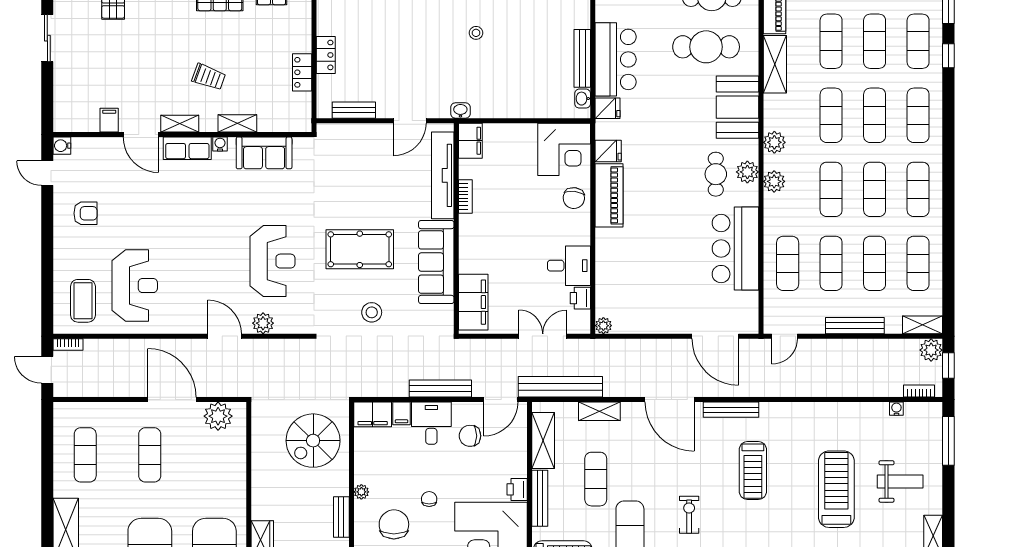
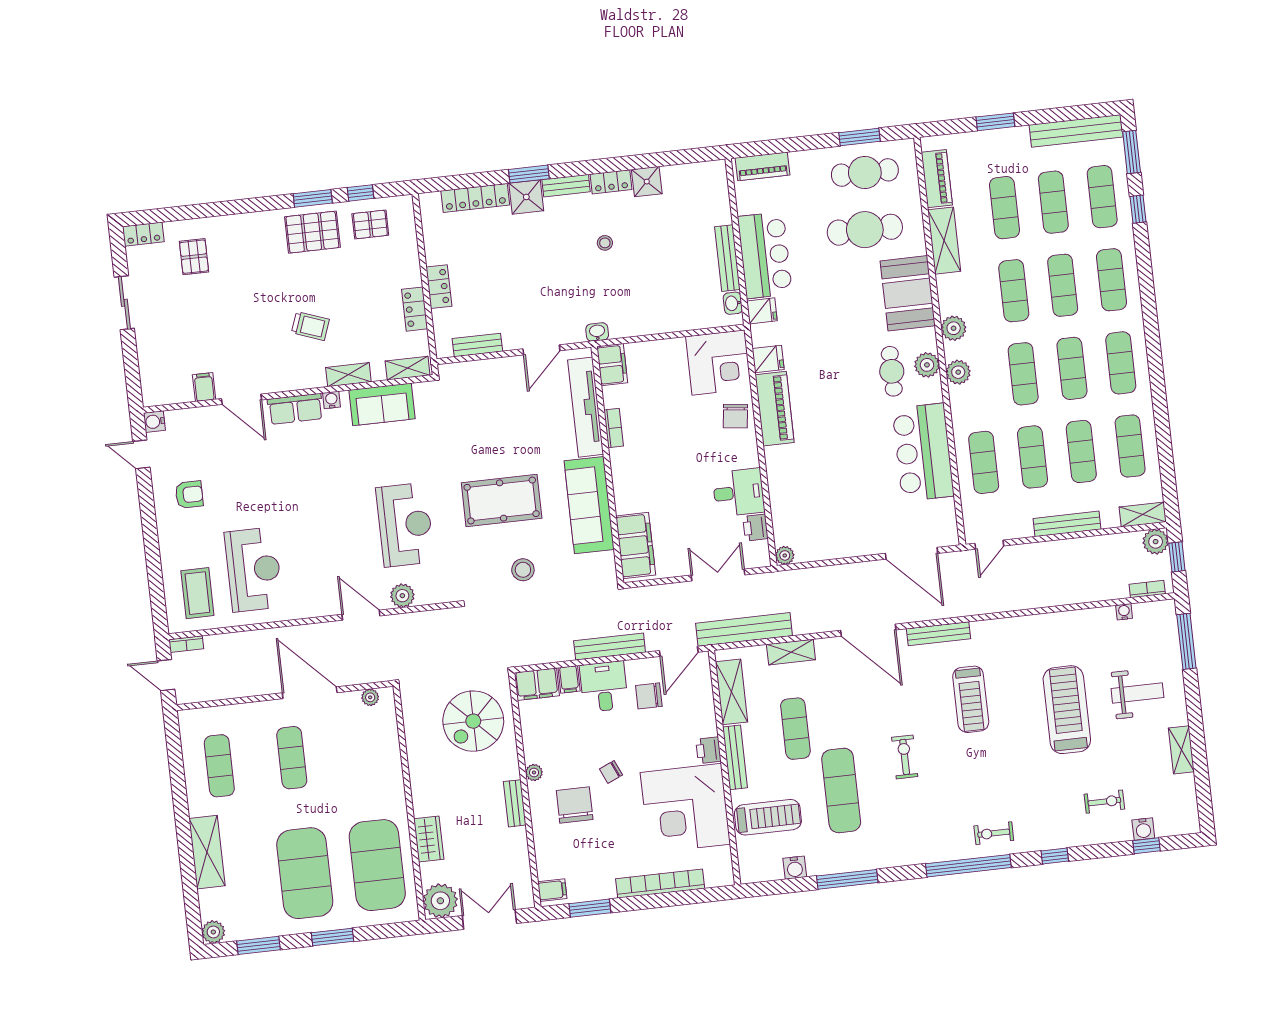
shelving: (180, 124) -> (408, 368), moved
plant: (218, 416) -> (370, 697), width x0.53, depth x0.53
chair: (429, 499) -> (611, 772), turned -114

